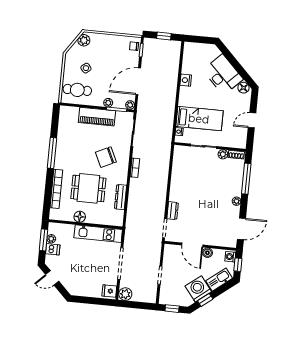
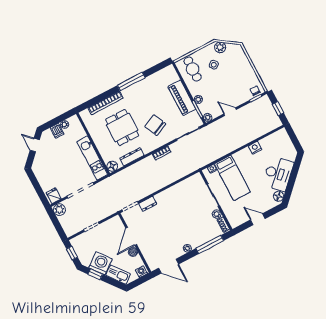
plant: (84, 40) -> (220, 47), moved
door: (138, 81) -> (230, 112), width x0.53
floor lamp: (80, 217) -> (112, 166), moved
window: (43, 240) -> (60, 119), removed
window: (238, 265) -> (139, 282), removed

